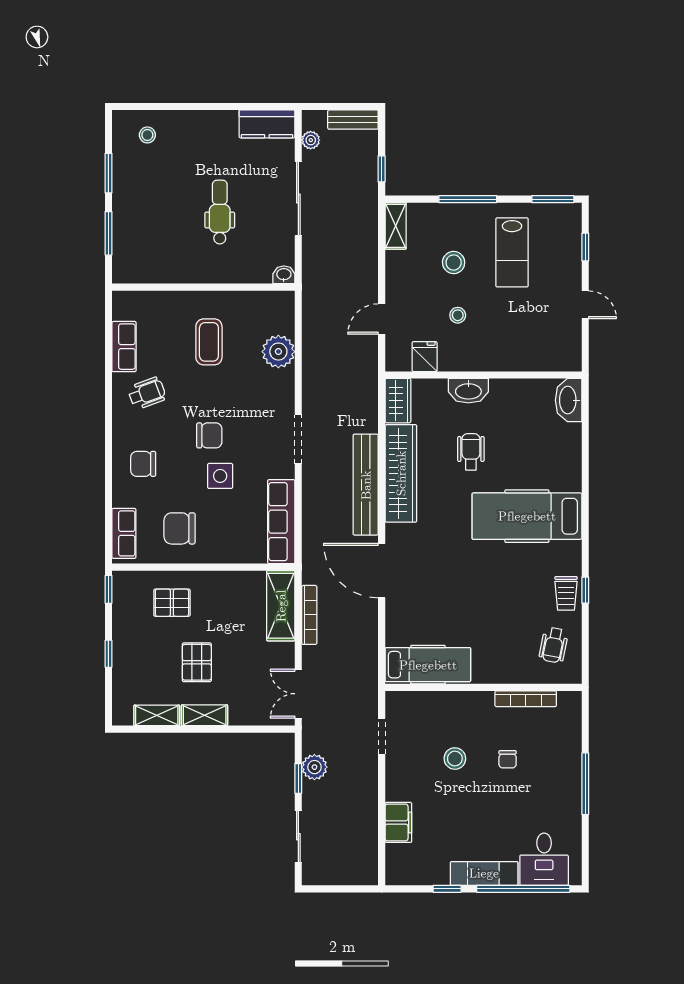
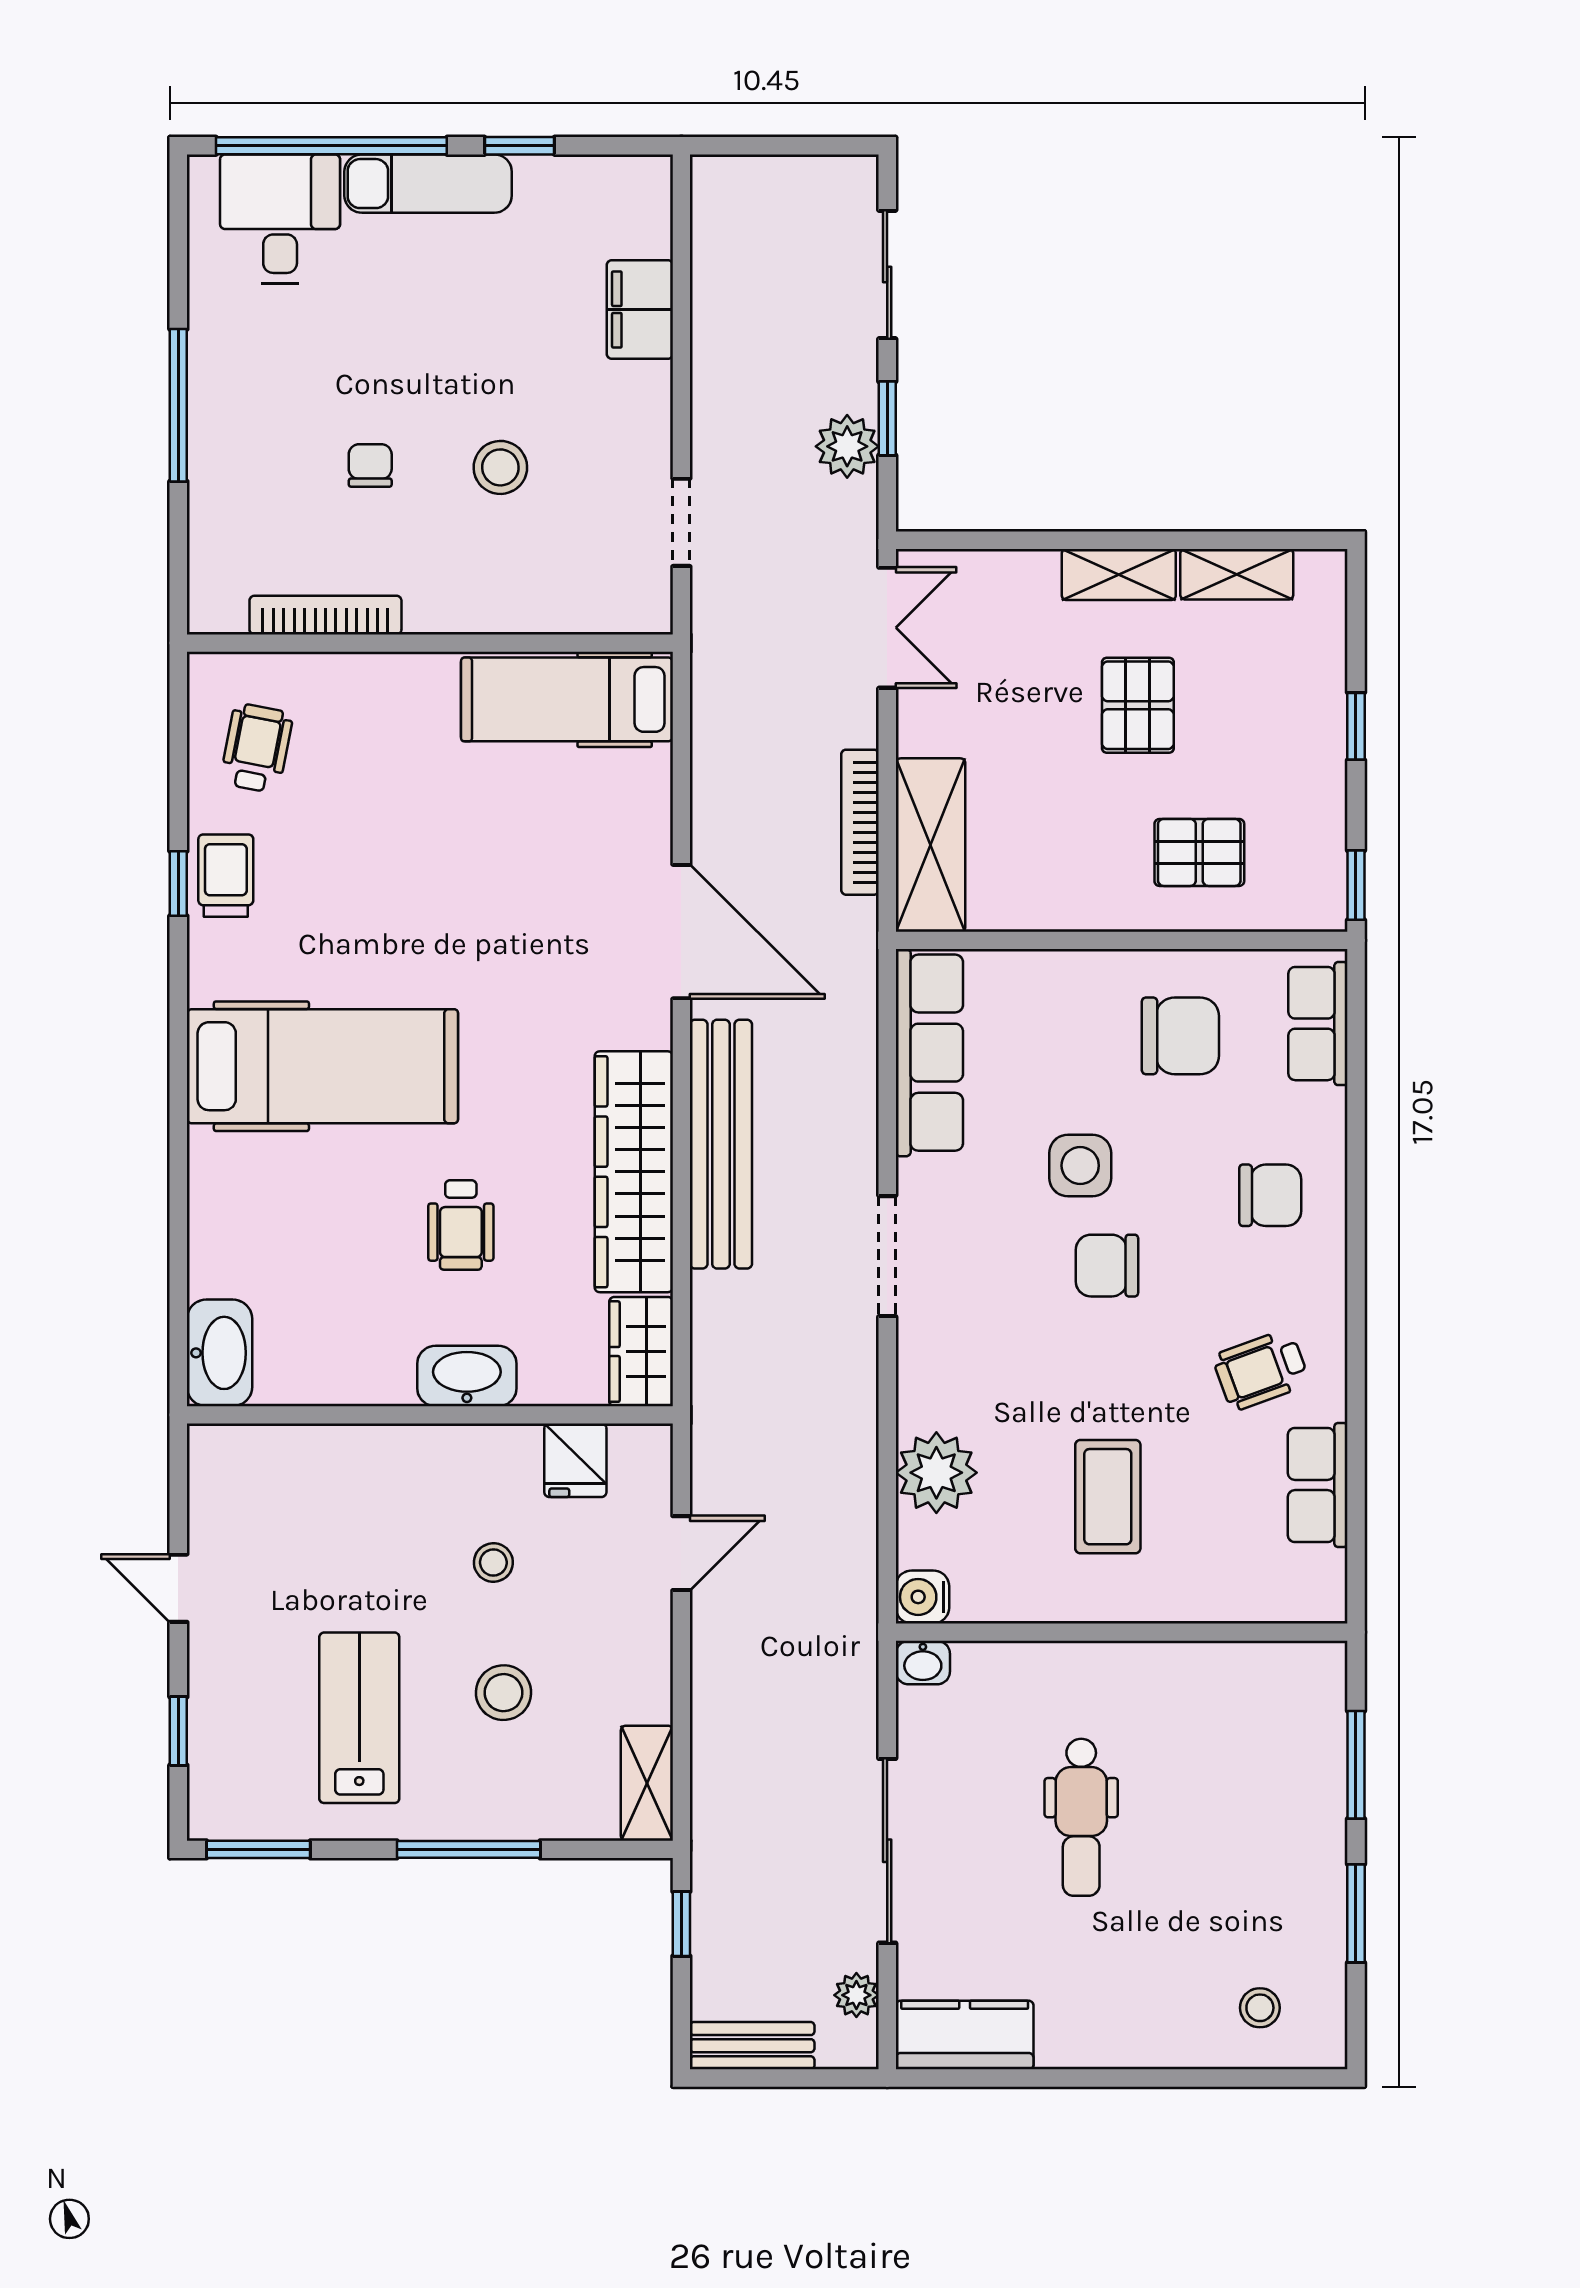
water cooler: (284, 301) -> (922, 1597), added

